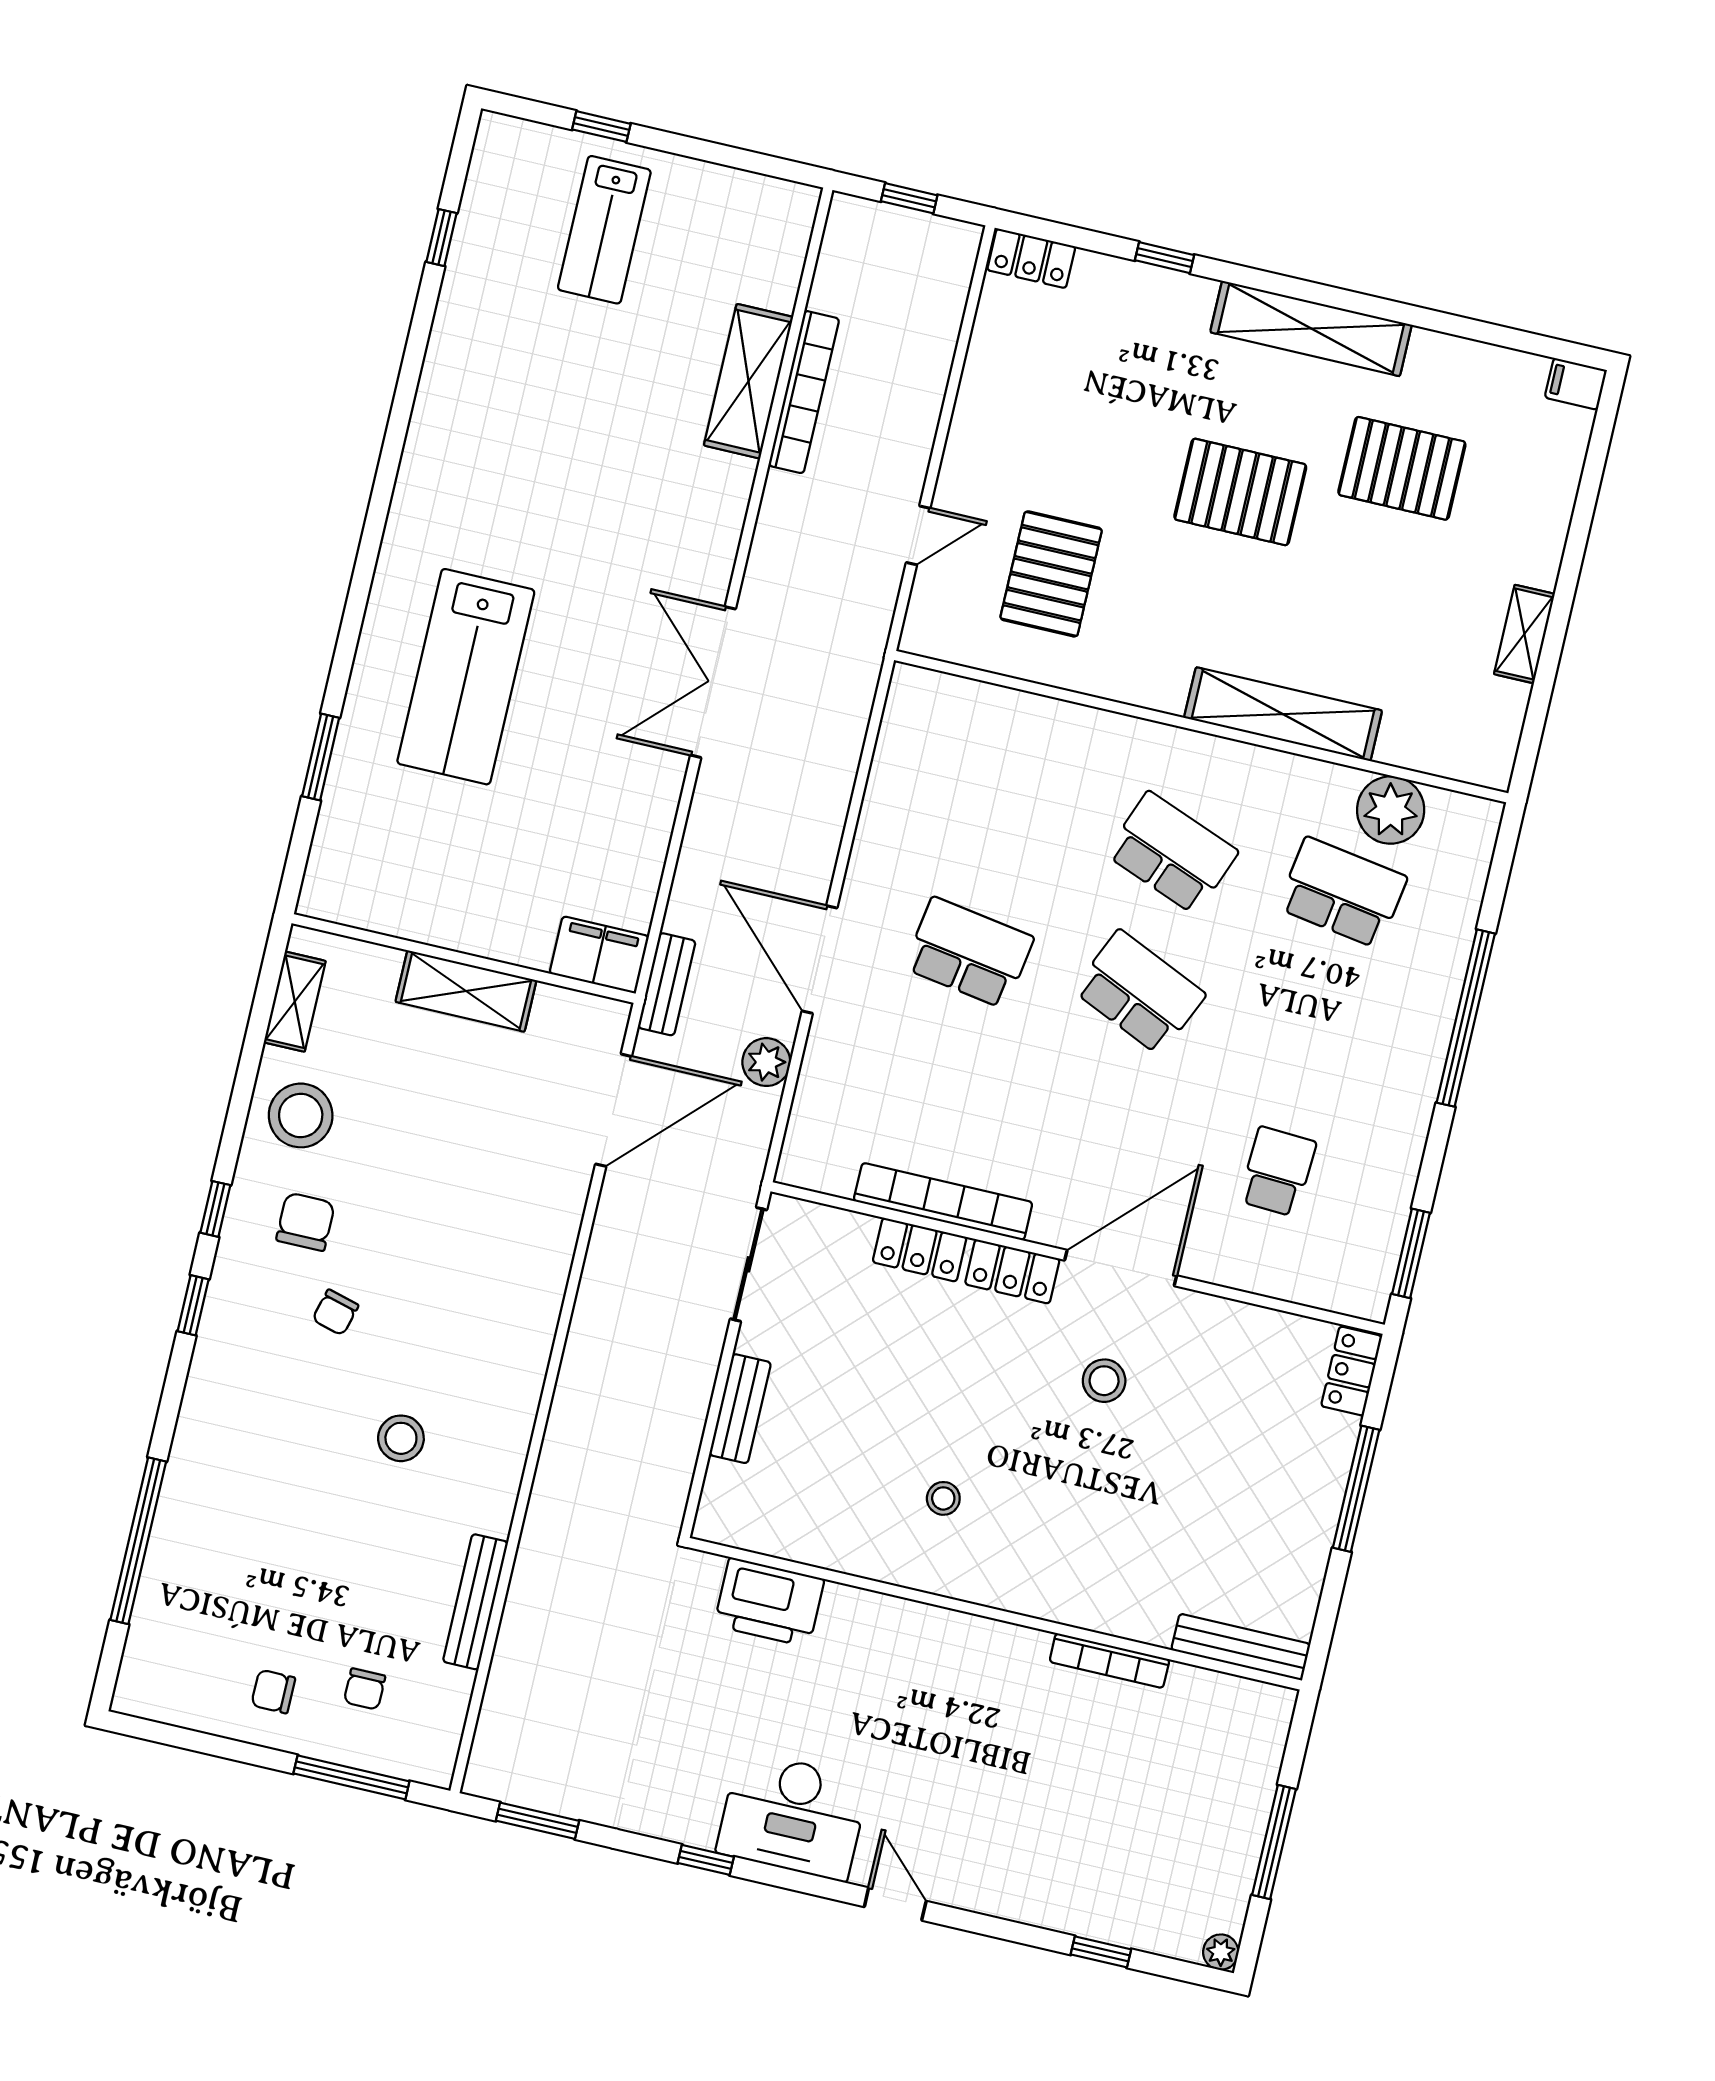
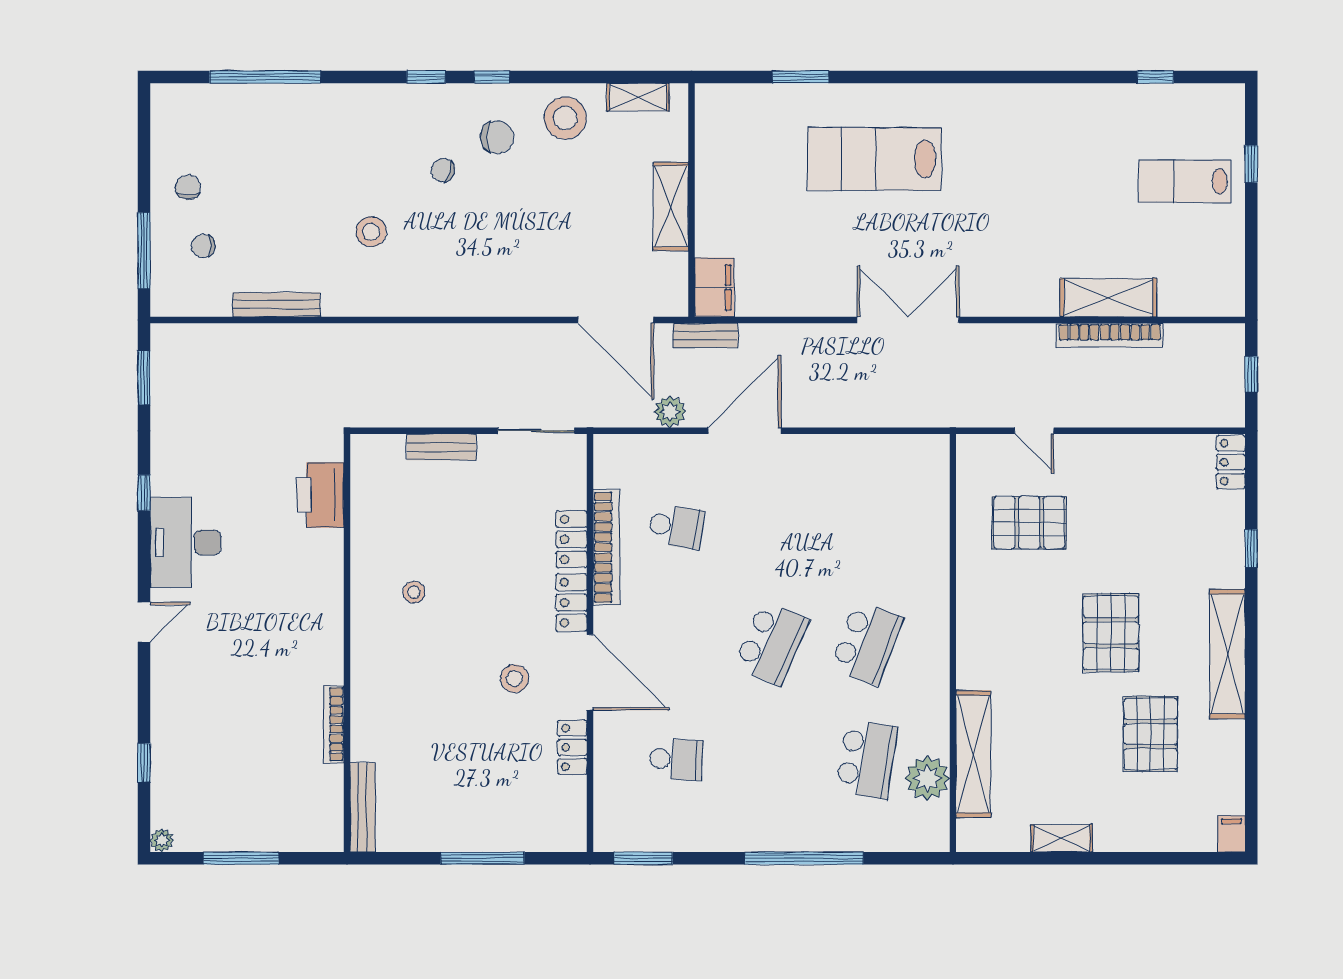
shelving: (1283, 714) -> (973, 754), moved
school desk: (969, 953) -> (676, 526), moved, width x0.54
locker: (1352, 1371) -> (572, 747), moved, turned -90

